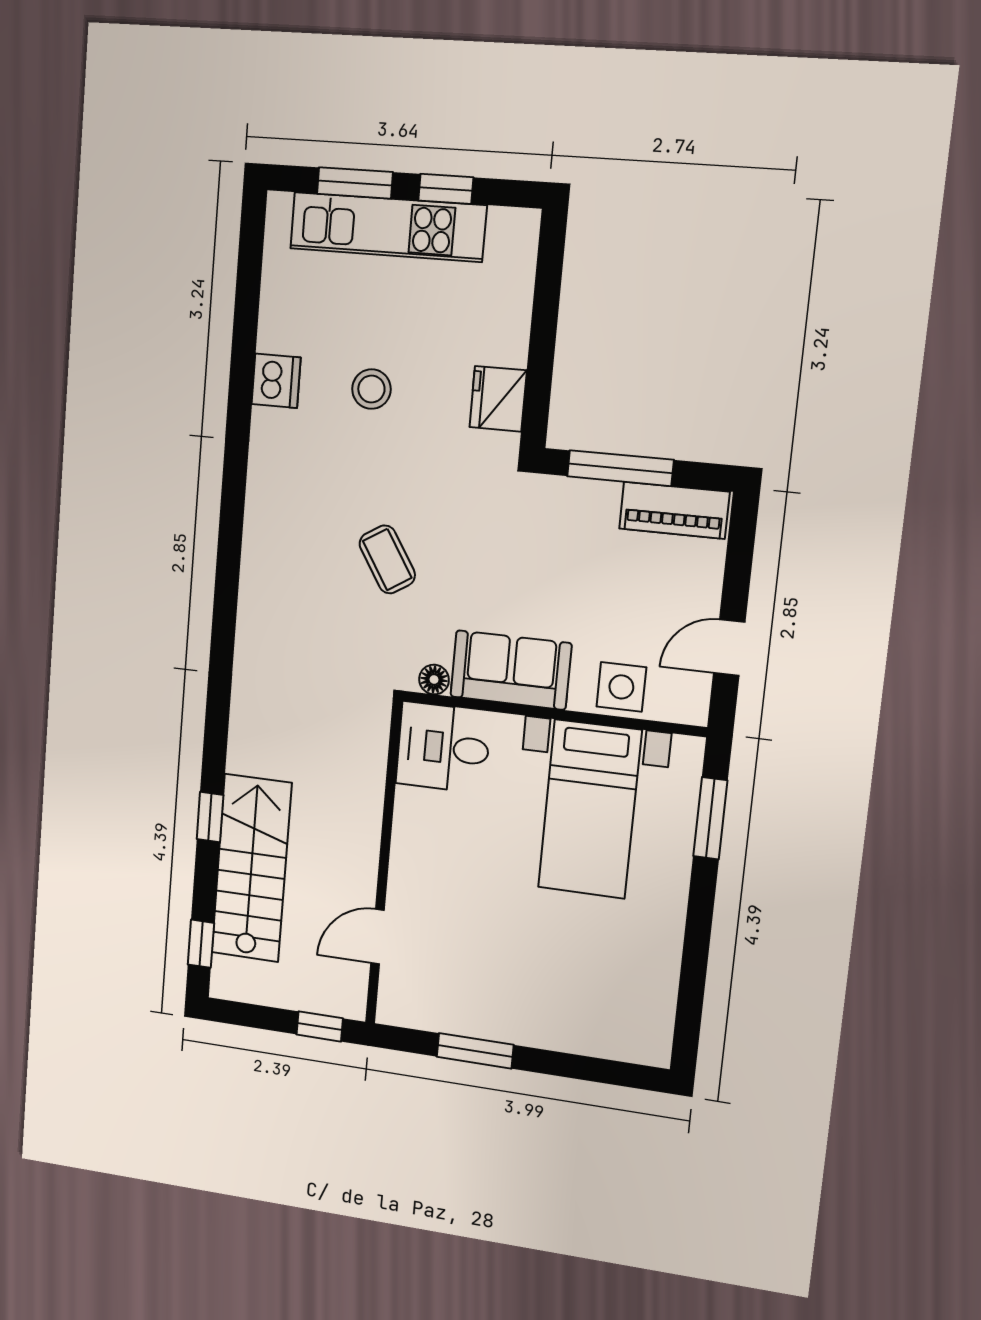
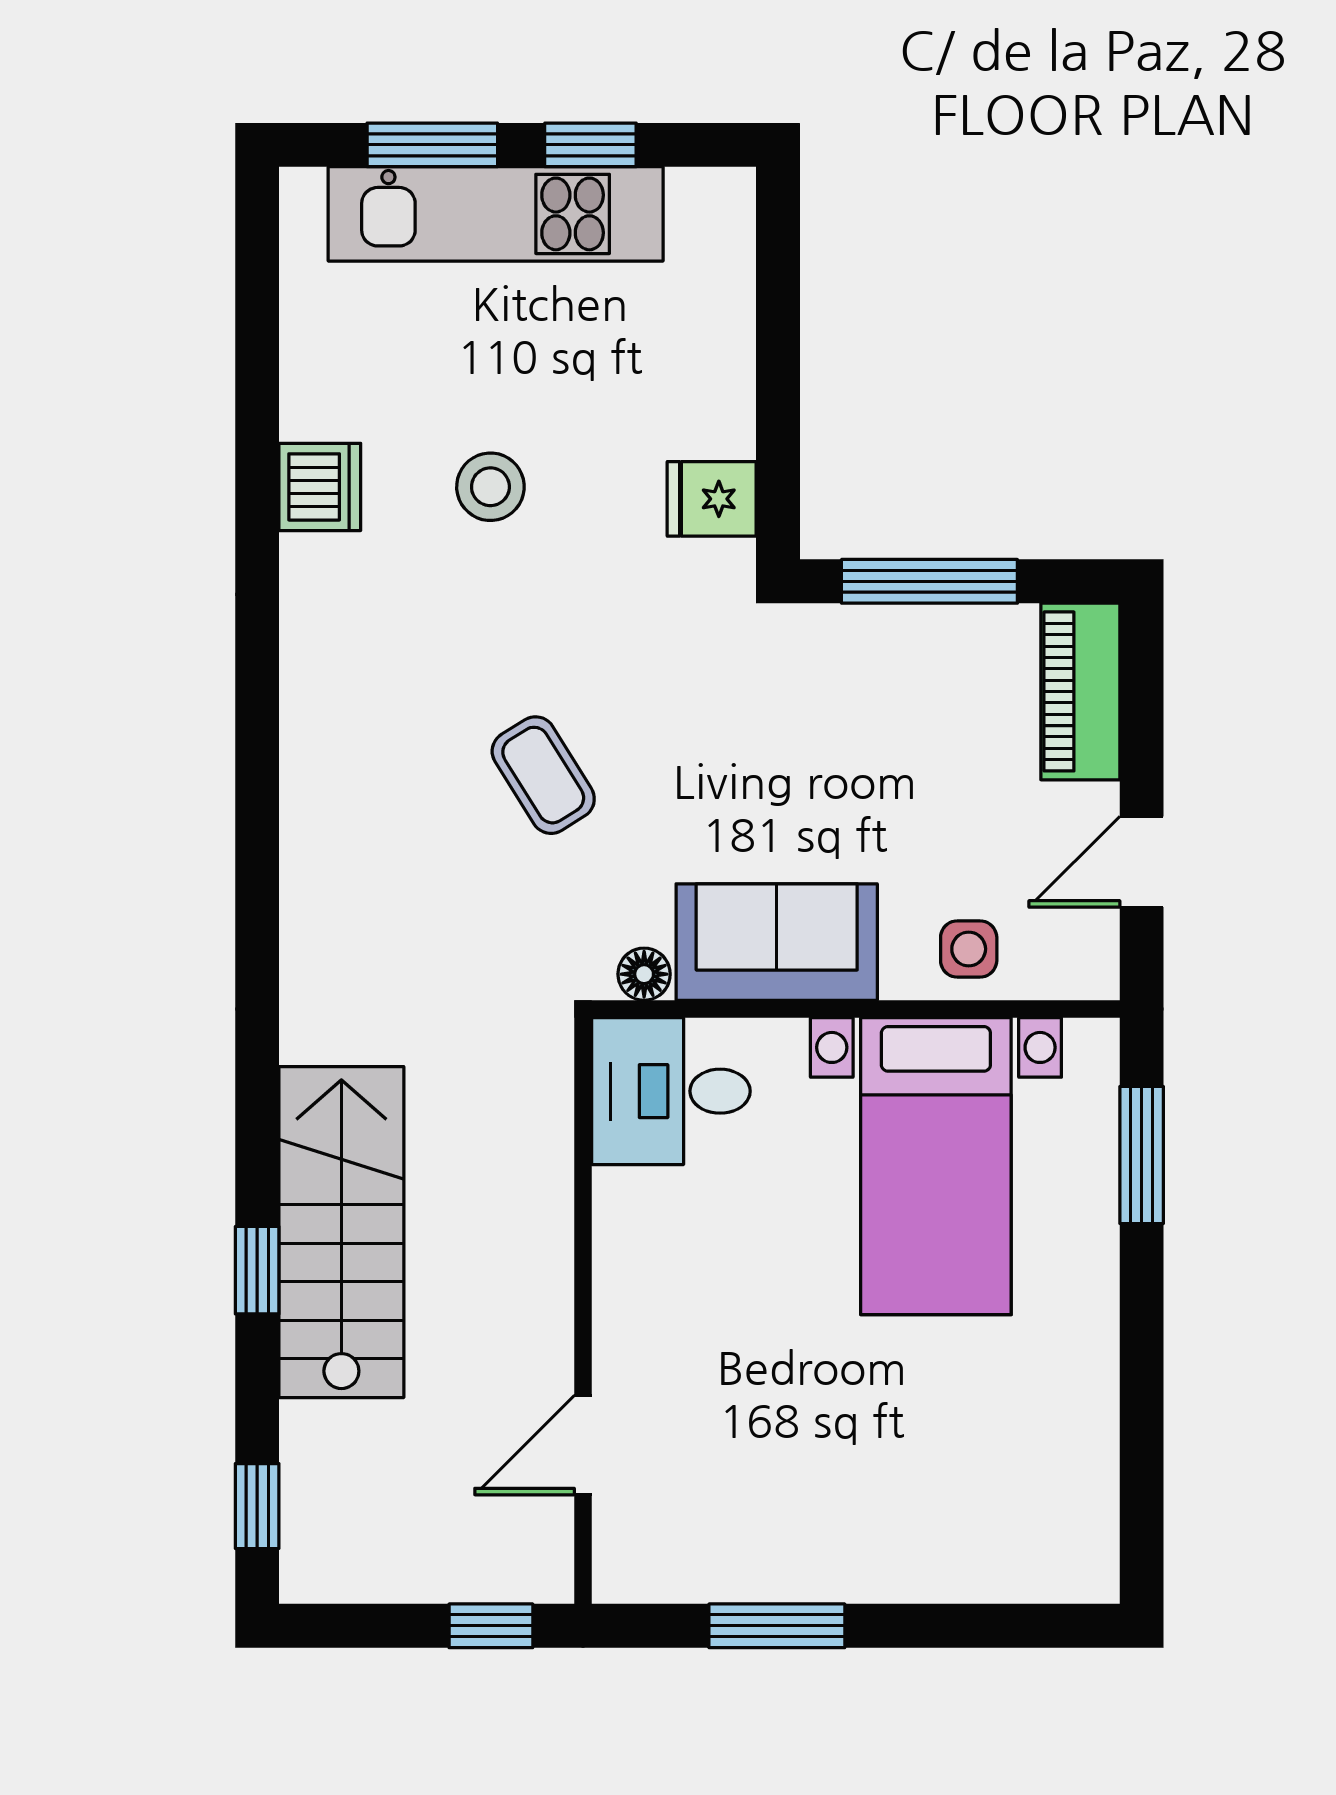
fridge: (498, 399) -> (712, 499), width x0.72
piano: (674, 510) -> (1080, 691), moved, turned 90
side table: (621, 687) -> (969, 949), width x0.73, depth x0.73
stairs: (251, 868) -> (341, 1232), moved

